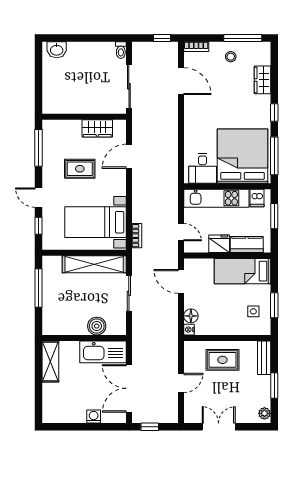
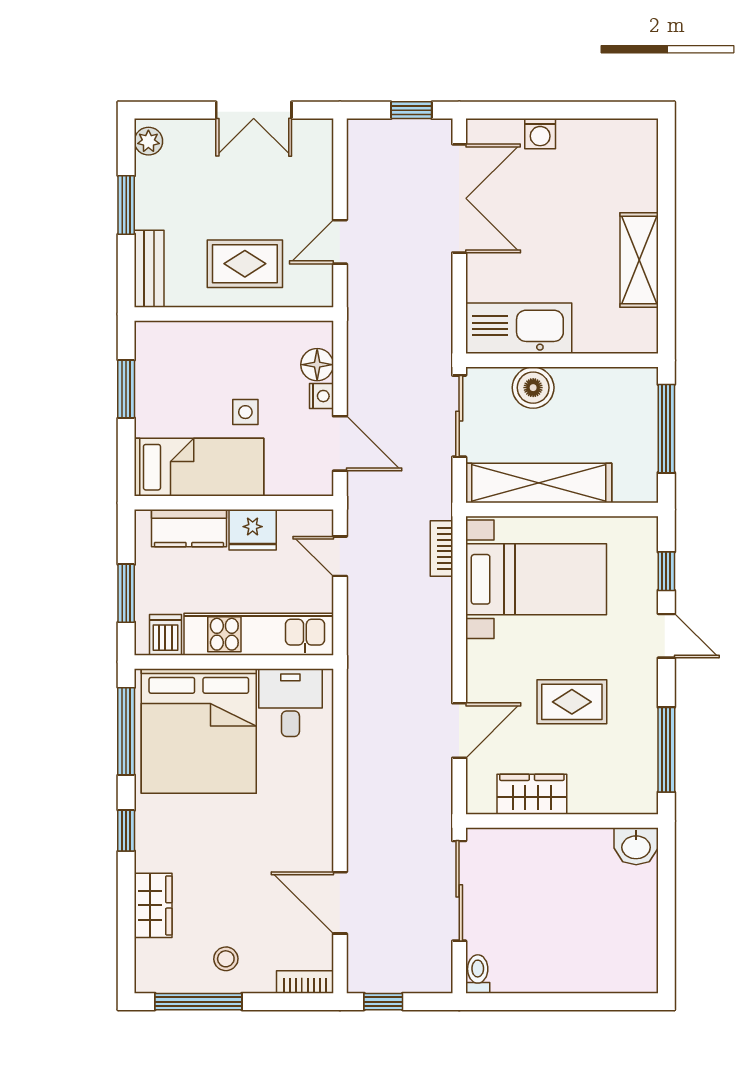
washbasin: (57, 50) -> (636, 846), moved, turned 180
side table: (253, 311) -> (245, 412), moved
boiler: (97, 326) -> (533, 388), moved
nightstand: (189, 330) -> (321, 396), moved
wall: (84, 338) -> (562, 360), moved
kitchen sink: (103, 352) -> (519, 328), moved
door: (181, 383) -> (340, 242), moved

